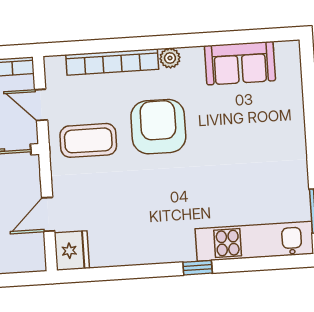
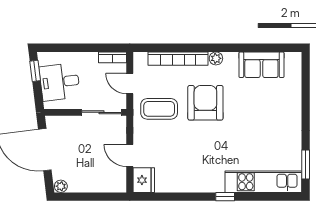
door: (48, 214) -> (130, 155), hinge flipped

